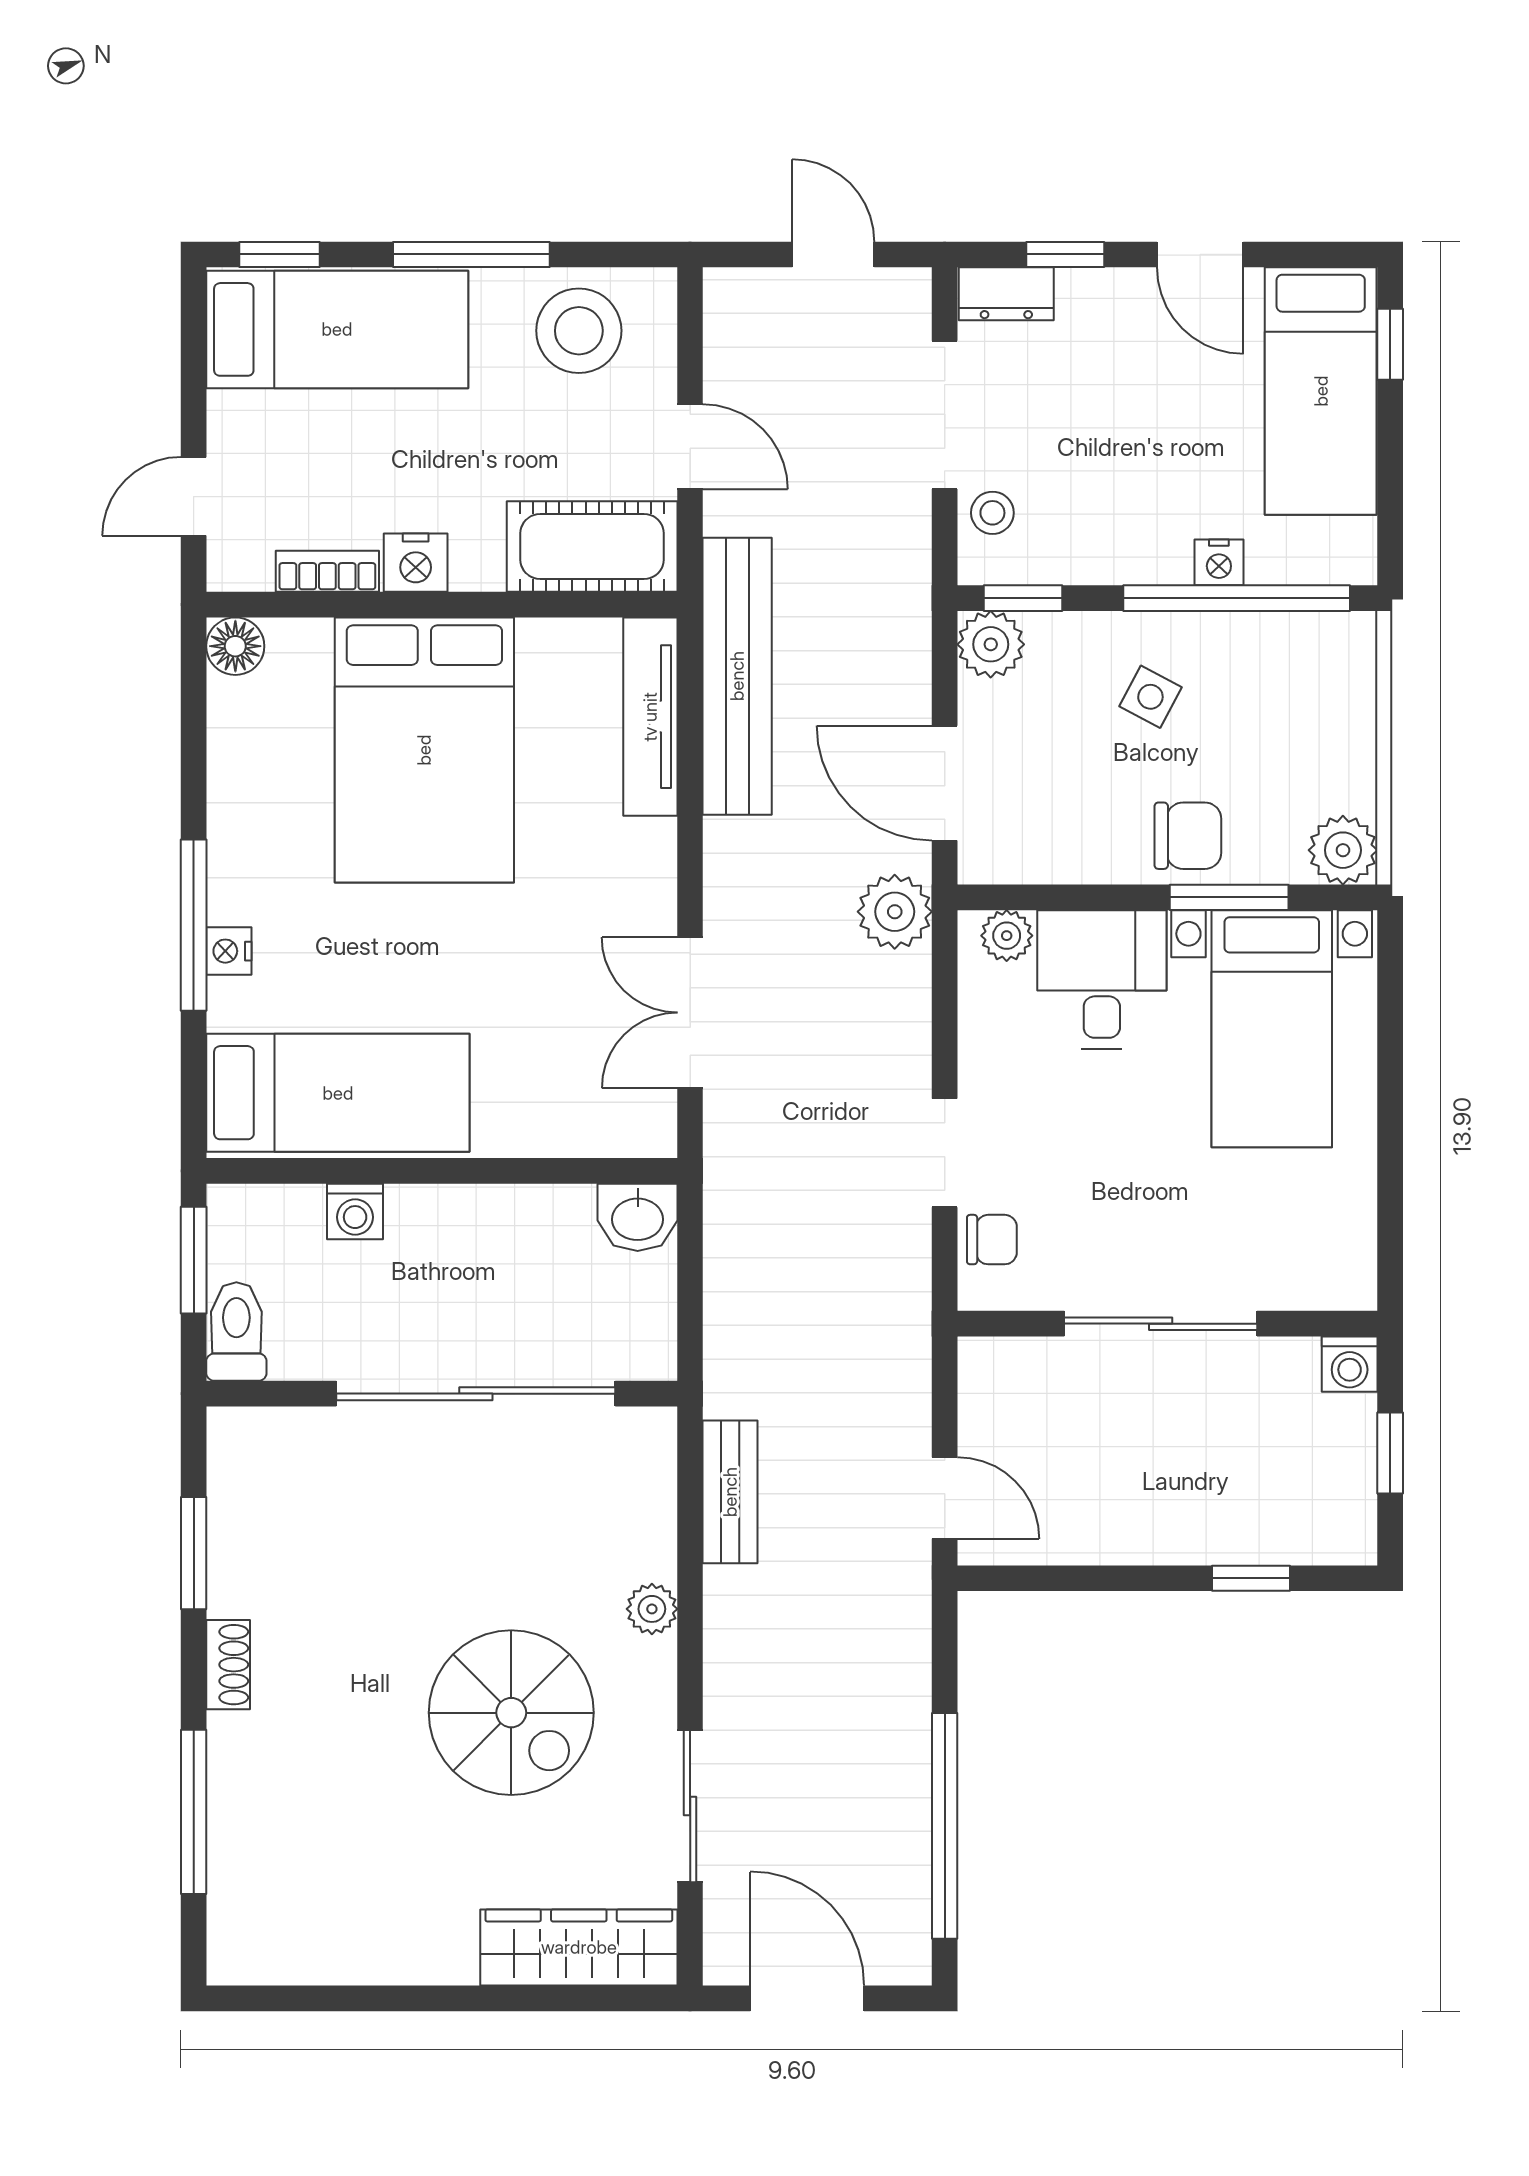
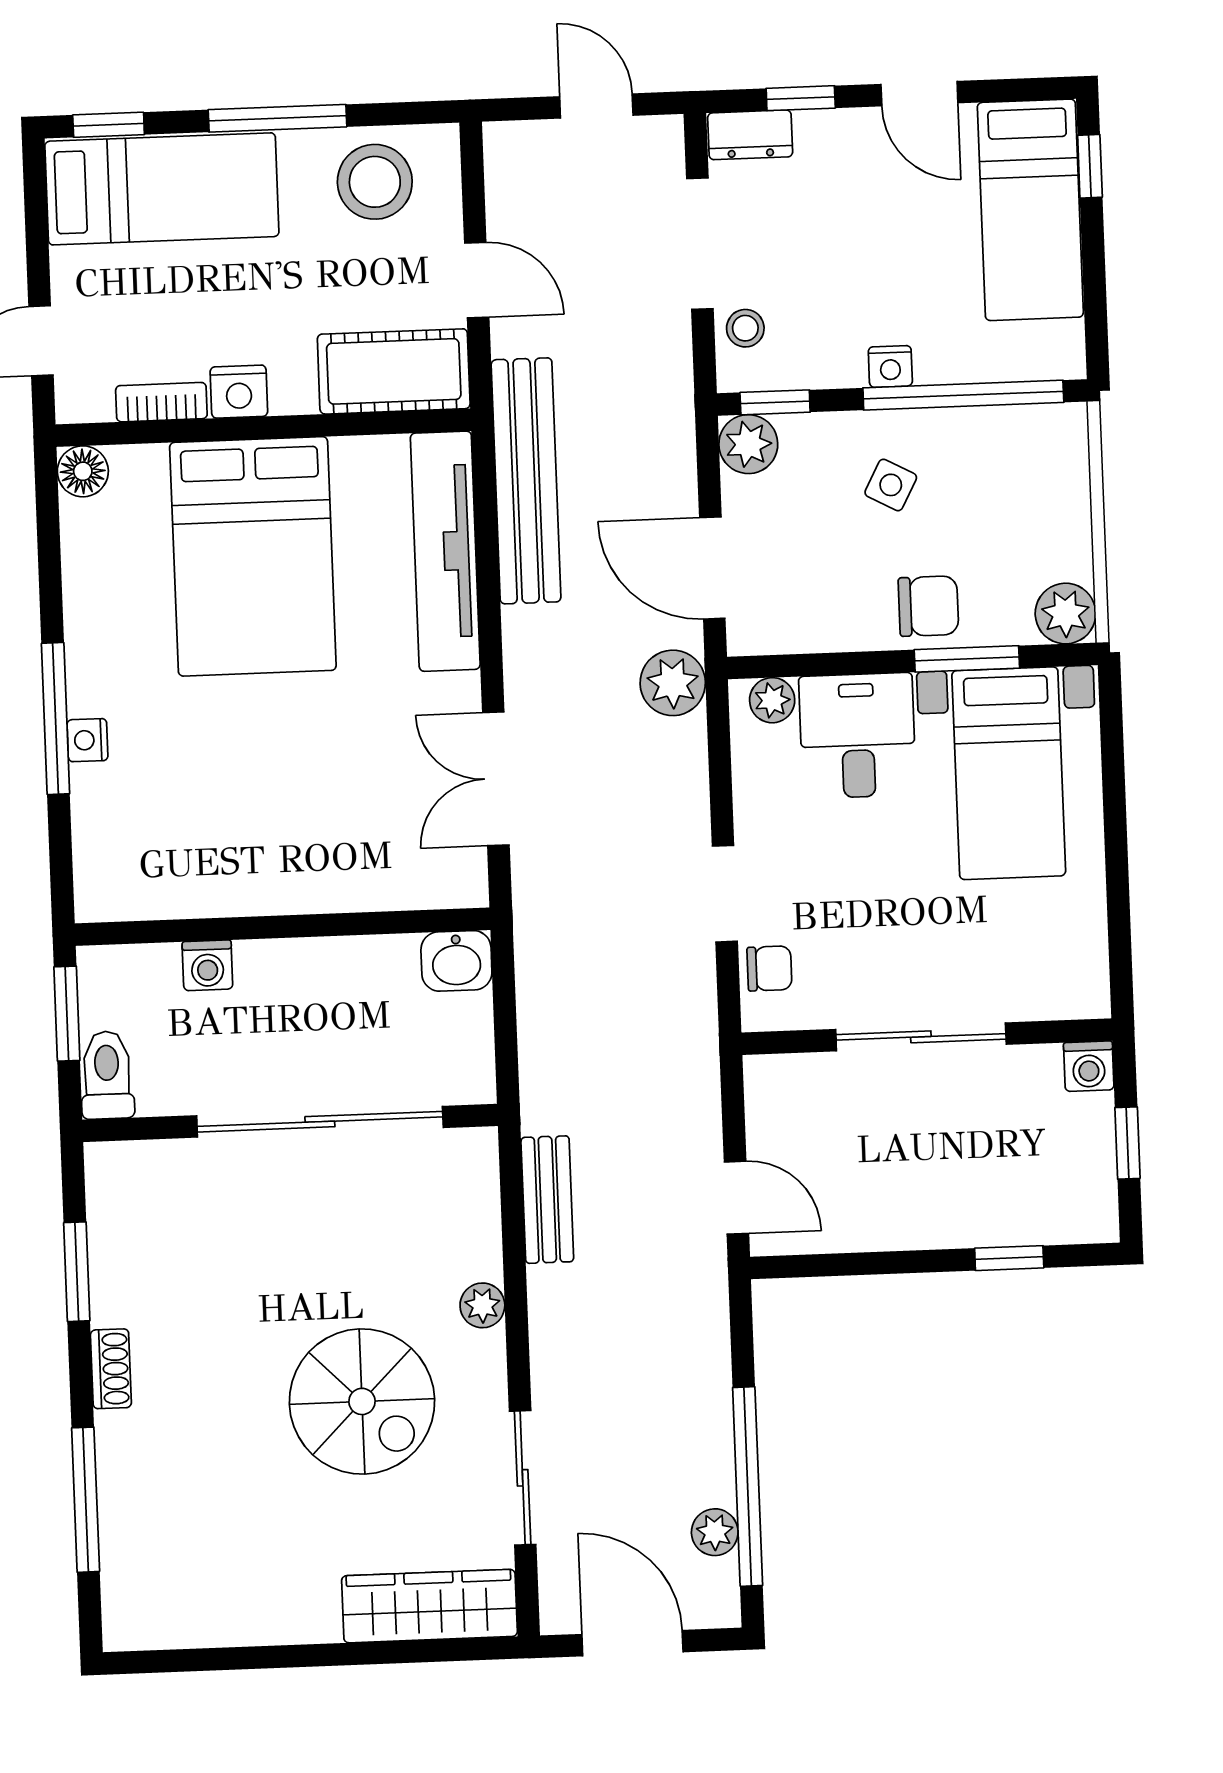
nightstand: (1219, 562) -> (890, 366), moved
tv unit: (650, 717) -> (445, 551), width x1.36, depth x1.29
bed: (338, 1093) -> (188, 861), removed
plant: (905, 1876) -> (715, 1532), added

